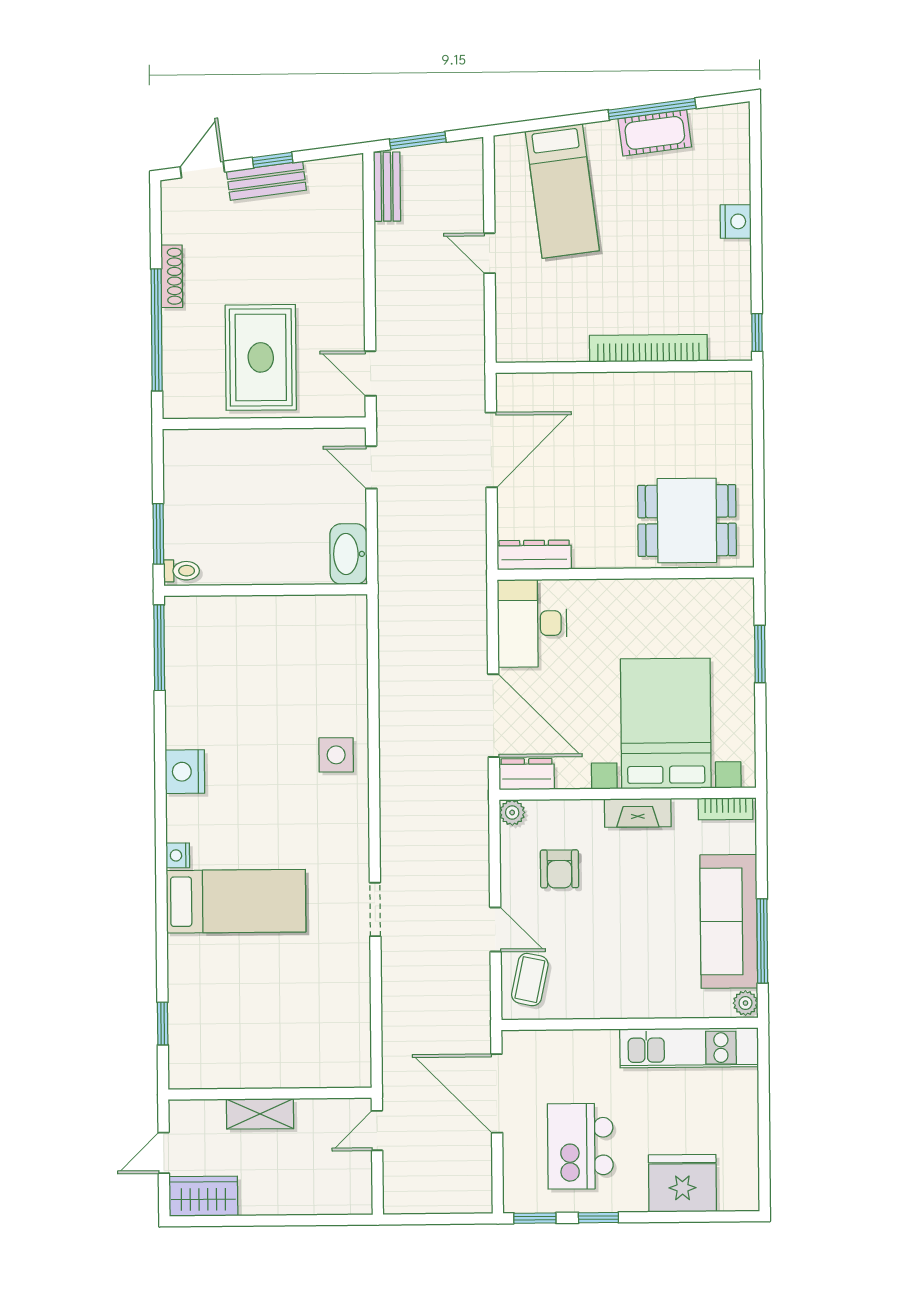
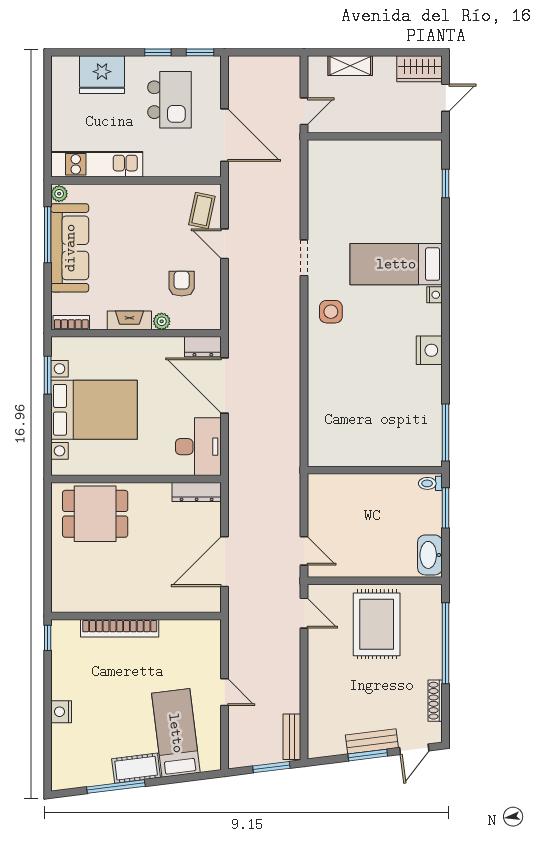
cot: (655, 133) -> (136, 768), moved
window: (273, 160) -> (368, 755), width x1.50
shoe rack: (172, 276) -> (435, 701), moved
washbasin: (348, 554) -> (430, 555), moved, turned 180
window: (760, 654) -> (48, 375), moved
bed with nightstands: (666, 723) -> (94, 410), moved, turned -90
side table: (336, 755) -> (331, 312), moved
plant: (512, 813) -> (162, 321), moved
shelving: (260, 1114) -> (350, 66), moved

